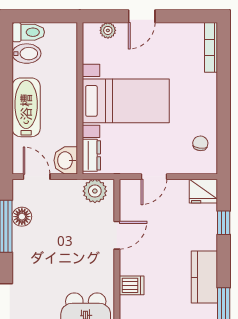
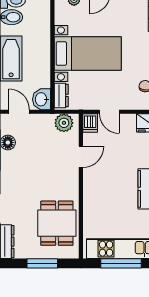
door: (154, 177) -> (109, 112), hinge flipped
dishwasher: (132, 285) -> (90, 123), moved, turned 90

